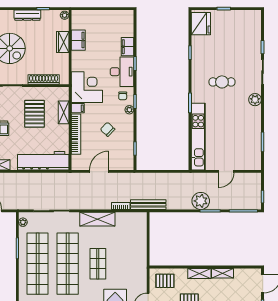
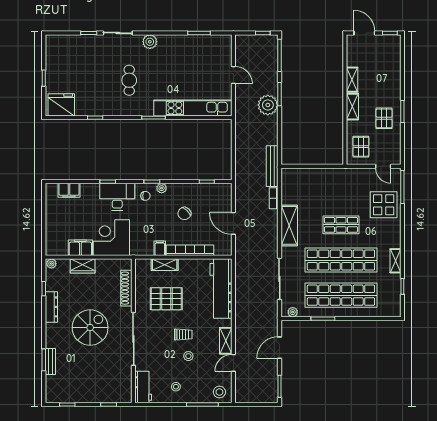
filing cabinet: (127, 47) -> (69, 190), moved
corner desk: (87, 87) -> (111, 238), moved

